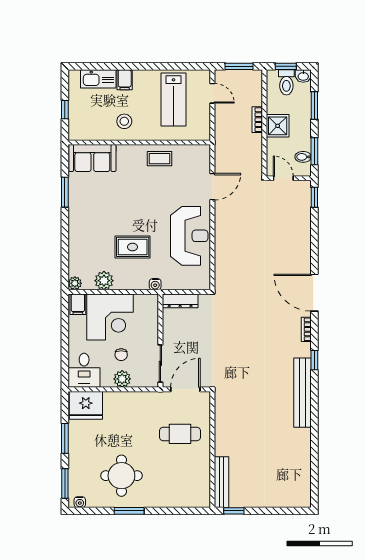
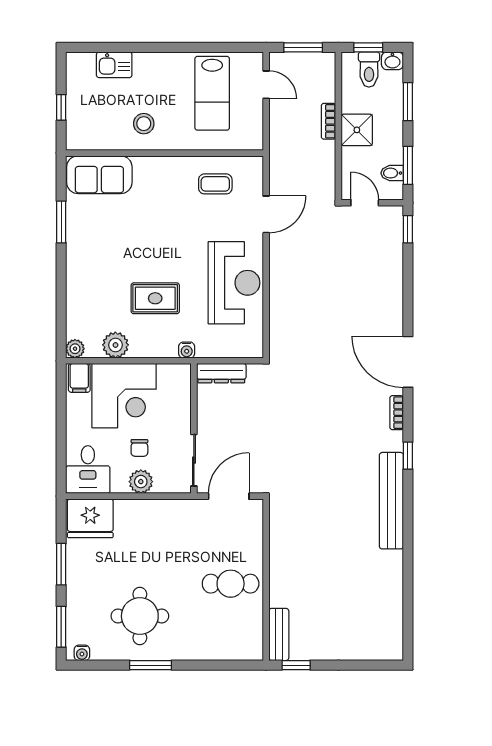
kitchen sink: (98, 79) -> (114, 65), width x0.73
filing cabinet: (125, 80) -> (144, 66), removed
coffee table: (159, 159) -> (215, 184), moved
cafe table: (180, 434) -> (231, 584), moved
bench: (221, 482) -> (279, 634), width x0.73

